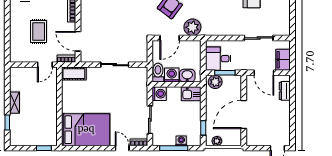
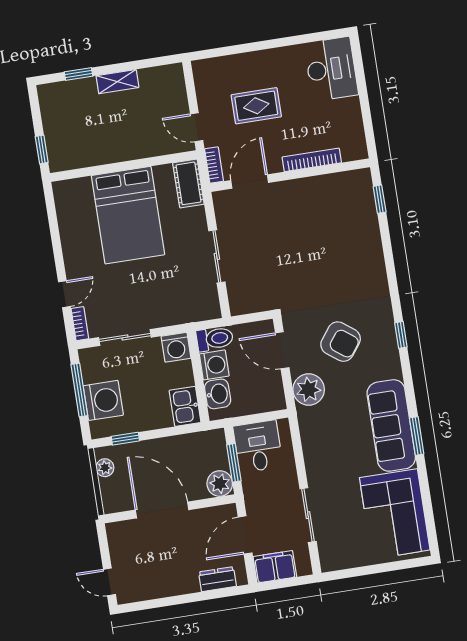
plant: (215, 82) -> (220, 484), moved
bed: (86, 130) -> (128, 215), moved
washing machine: (181, 141) -> (103, 400), width x1.89, depth x1.89

